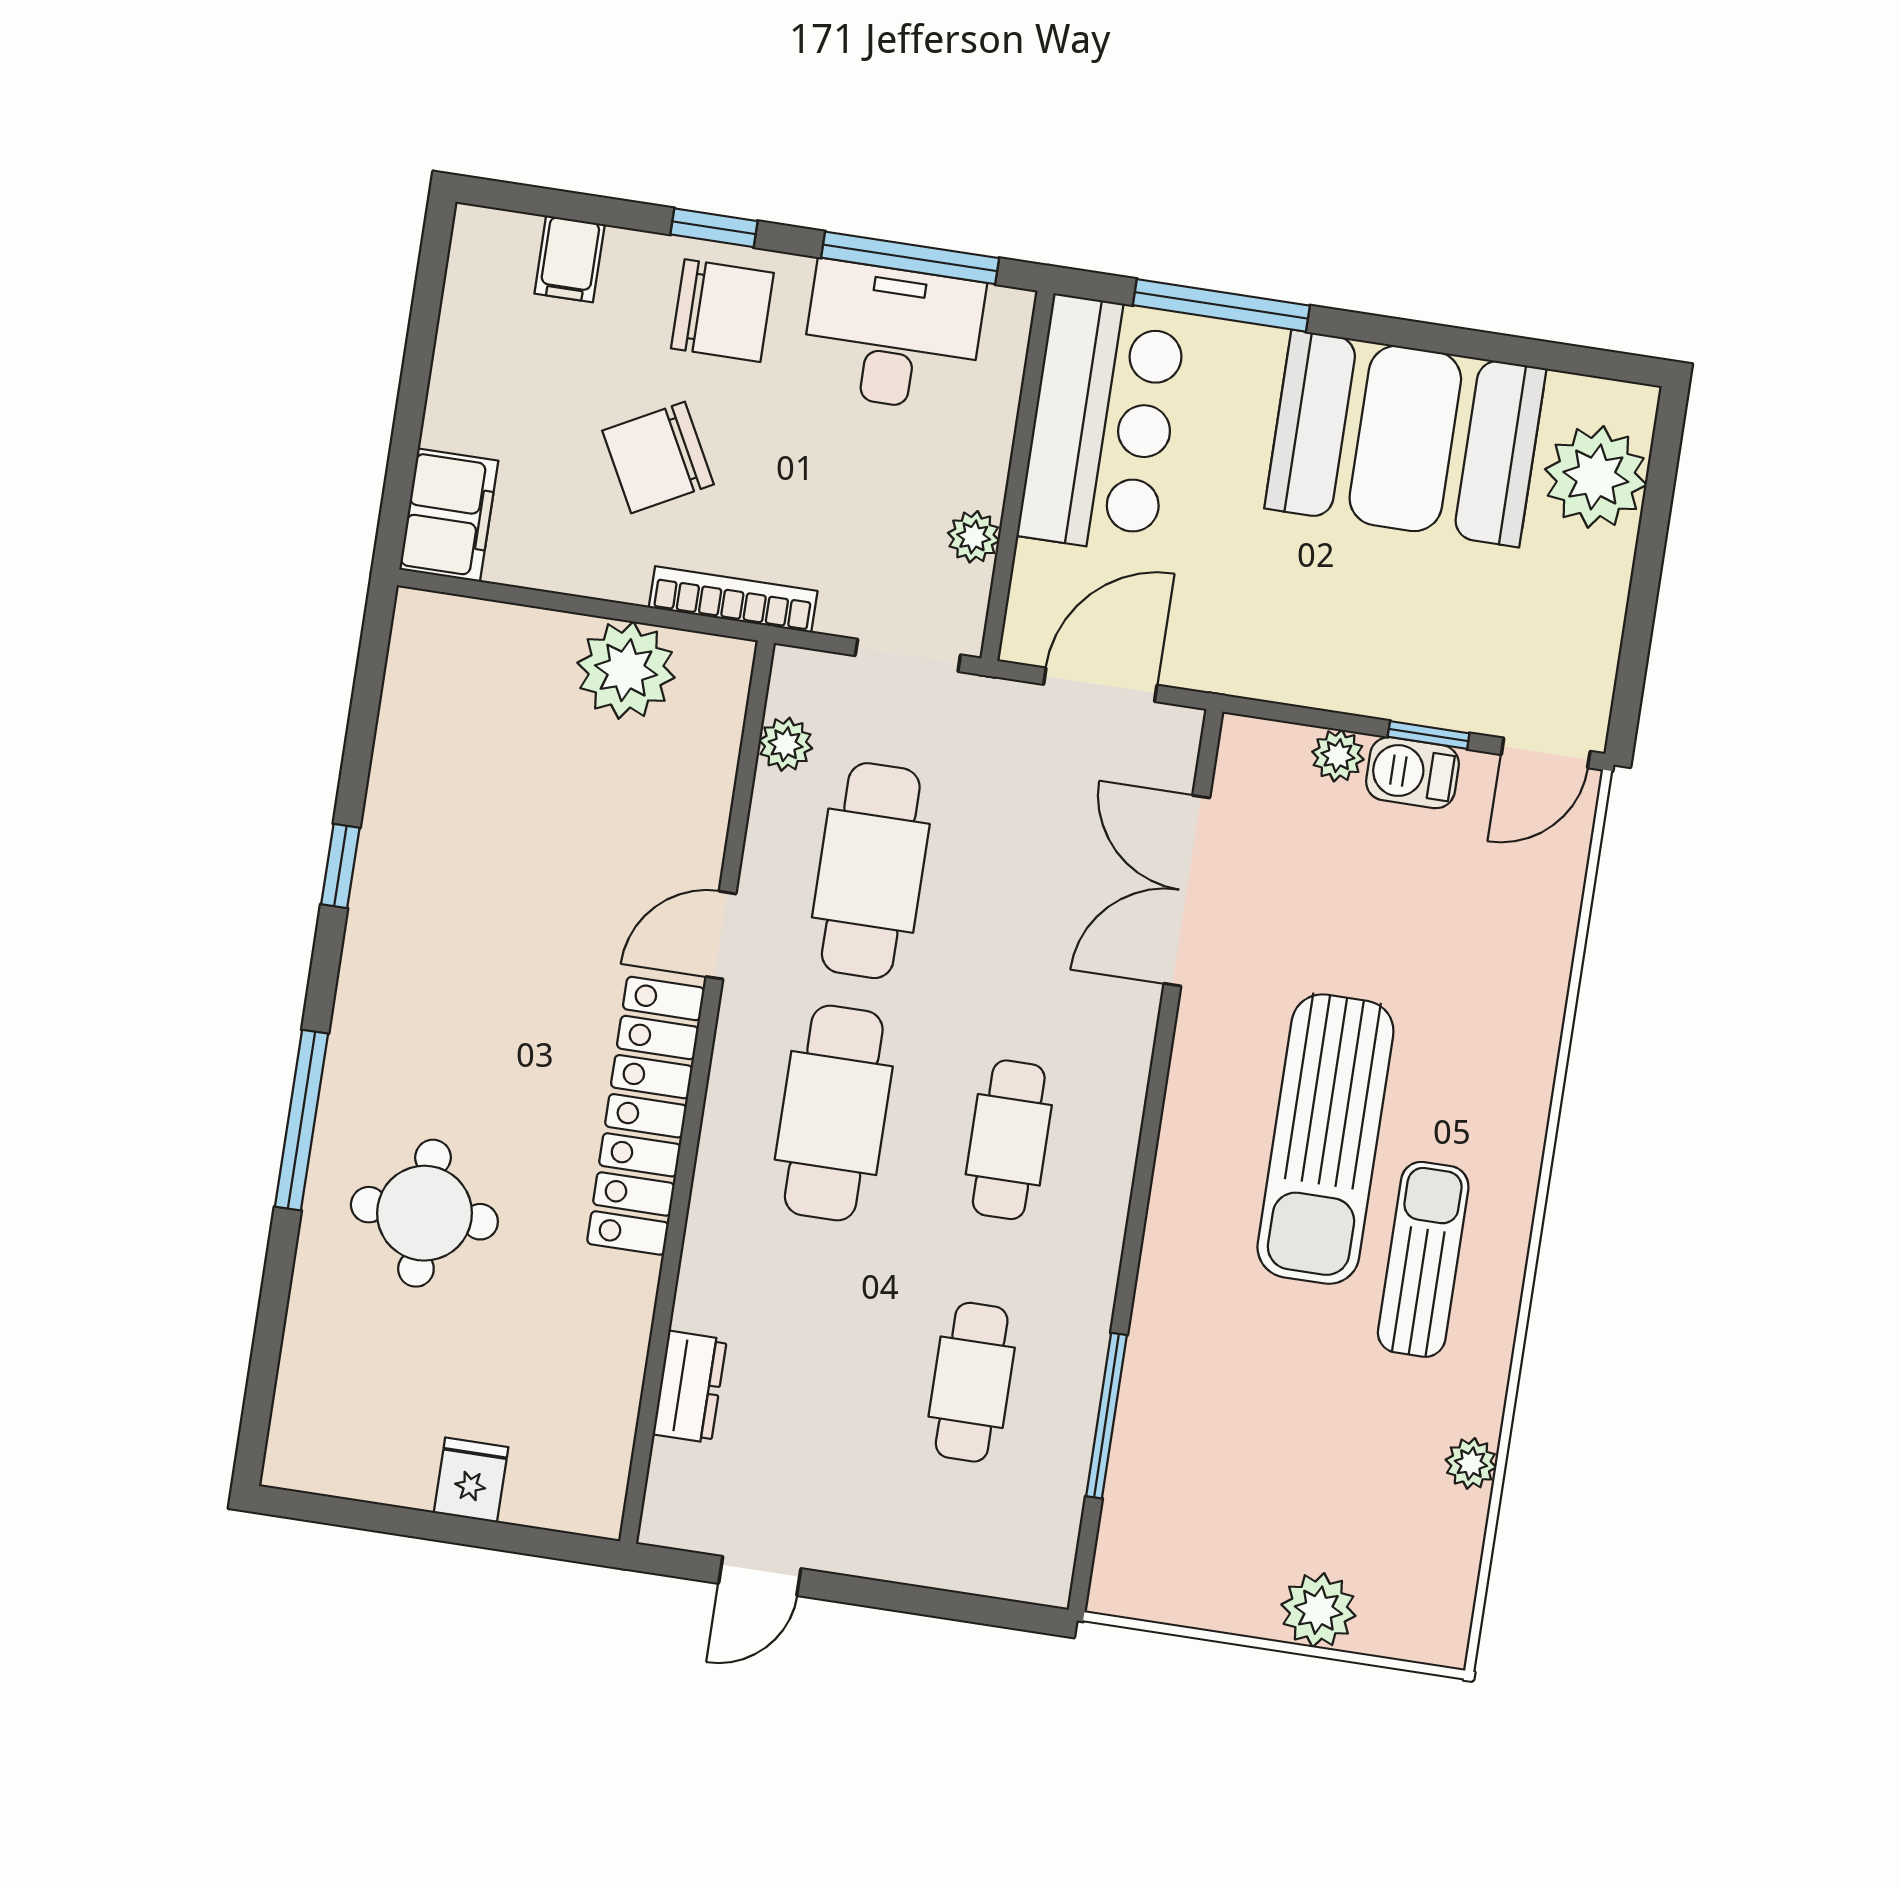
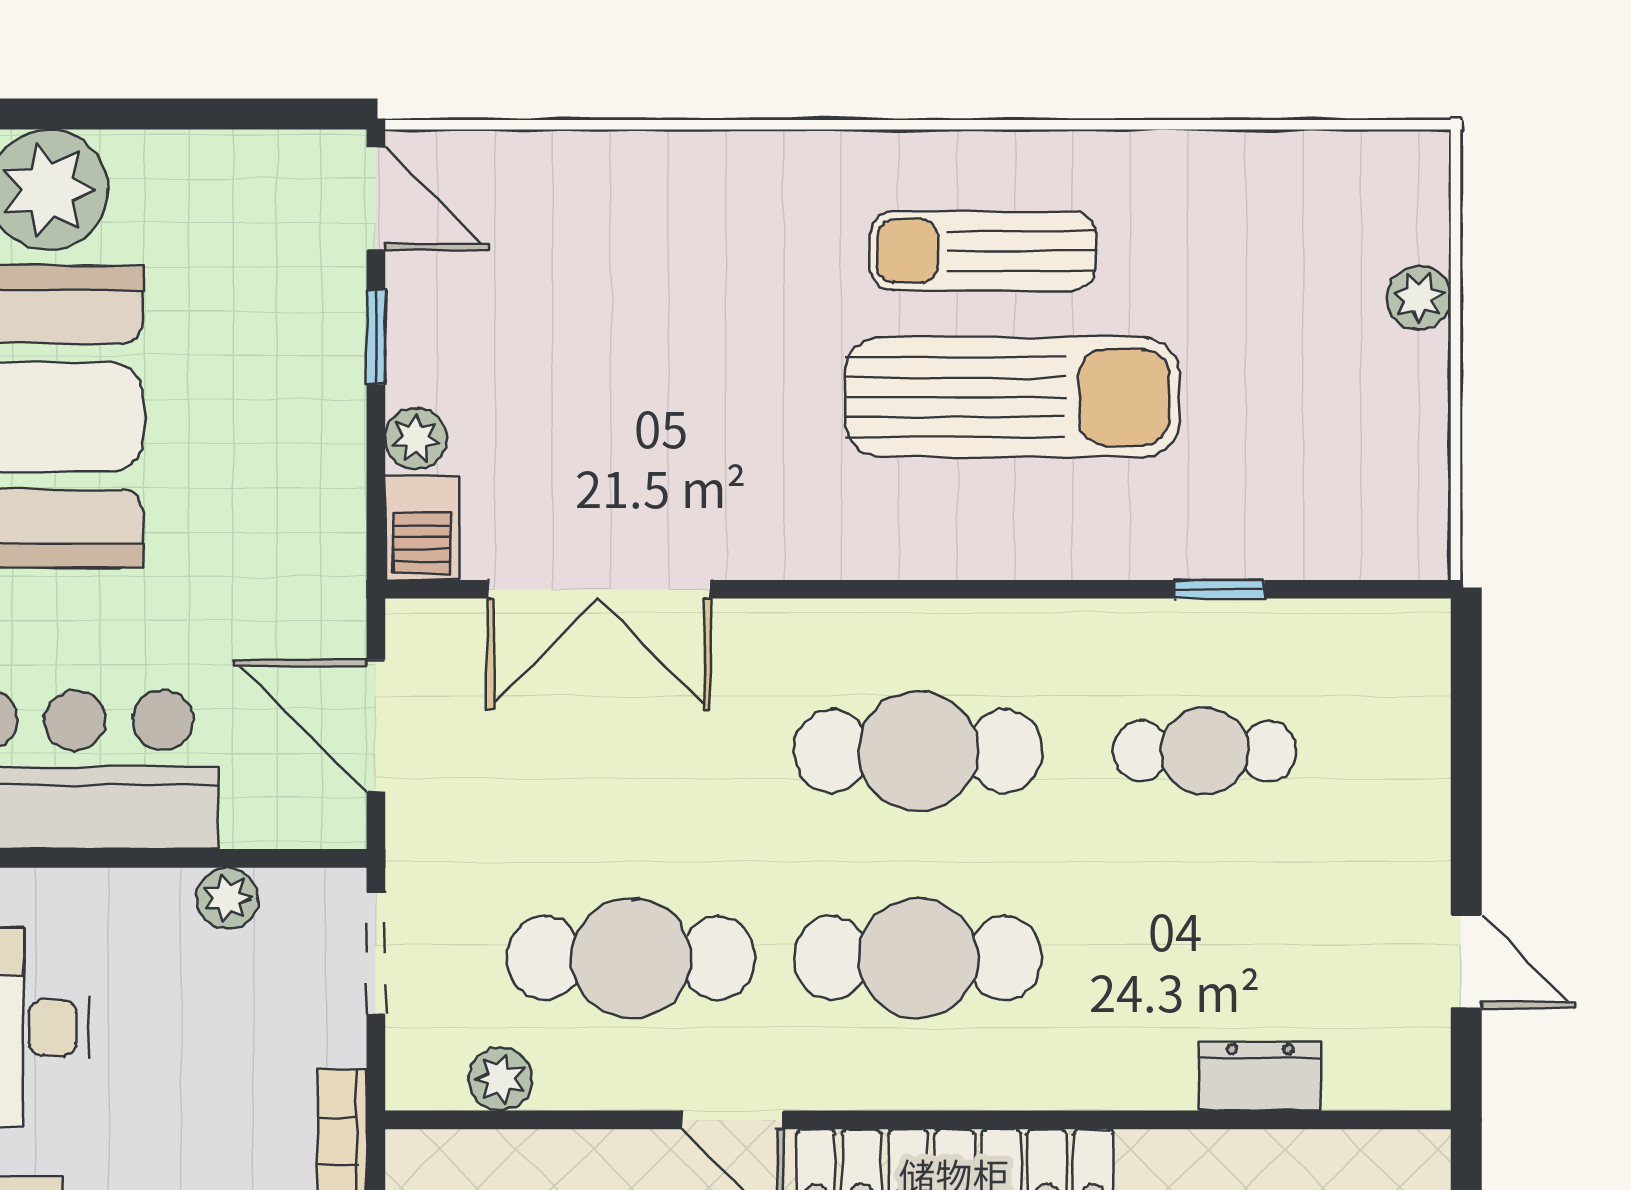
barbecue: (1412, 773) -> (422, 528), moved
sun lounger: (1325, 1139) -> (1012, 397), moved
cafe table: (1009, 1140) -> (918, 751), width x1.37, depth x1.35
window: (1107, 1416) -> (1220, 589), width x0.46
plant: (1471, 1463) -> (1210, 160), removed
plant: (1318, 1610) -> (1419, 298), width x0.73, depth x0.73

